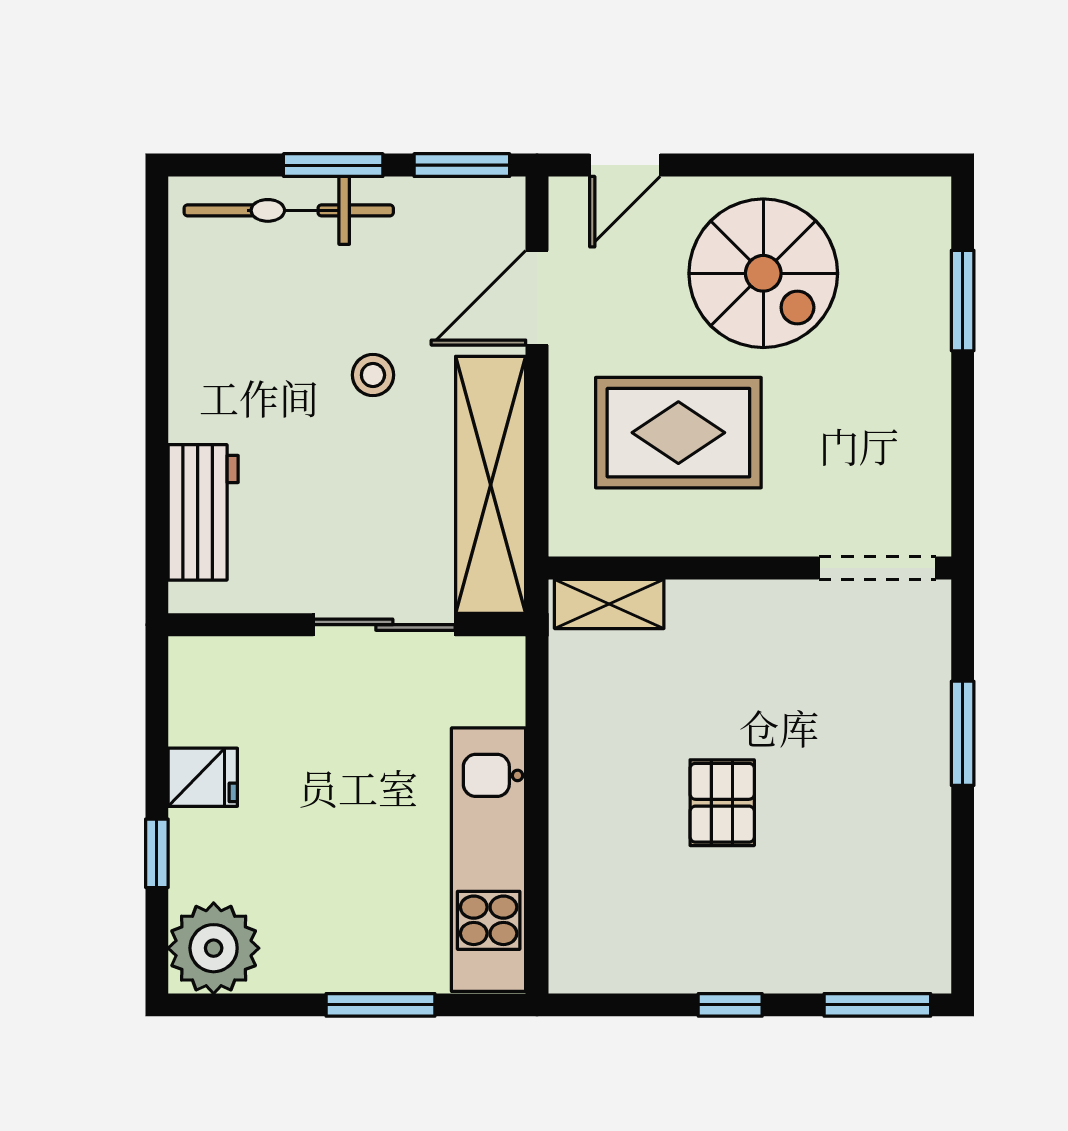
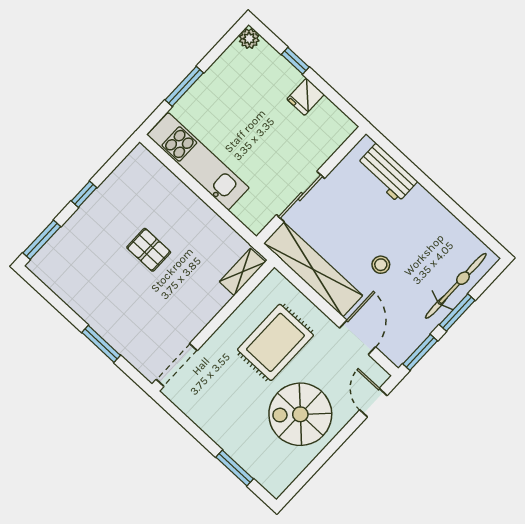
plant: (214, 948) -> (249, 39), width x0.53, depth x0.53

